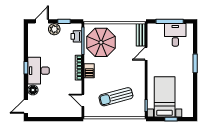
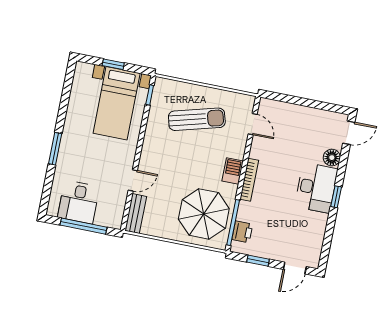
plant: (54, 29) -> (277, 251), removed

